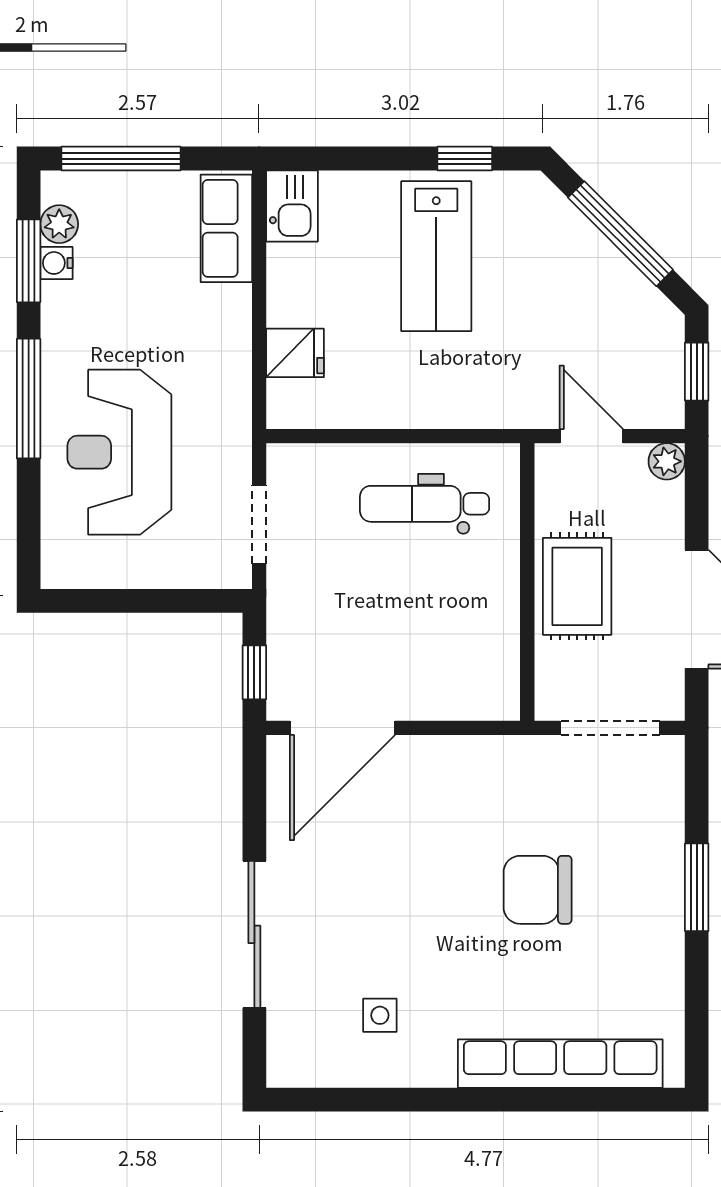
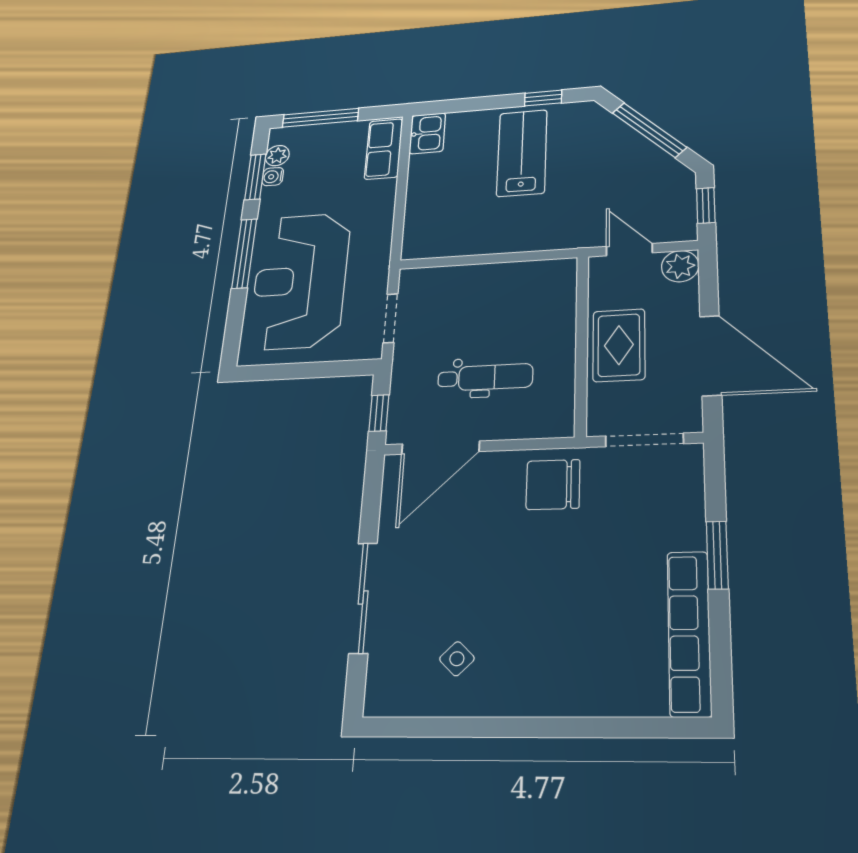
lab bench: (436, 256) -> (522, 153), turned 180
fridge: (295, 353) -> (423, 215), removed
reception desk: (119, 452) -> (300, 281), width x1.36, depth x1.30
plant: (667, 461) -> (680, 266), width x1.38, depth x1.38
dental chair: (425, 504) -> (485, 377), moved, turned 180
chair: (538, 890) -> (553, 485), moved
side table: (380, 1015) -> (457, 659), turned 45
row of seats: (560, 1064) -> (689, 633), moved, turned -90

